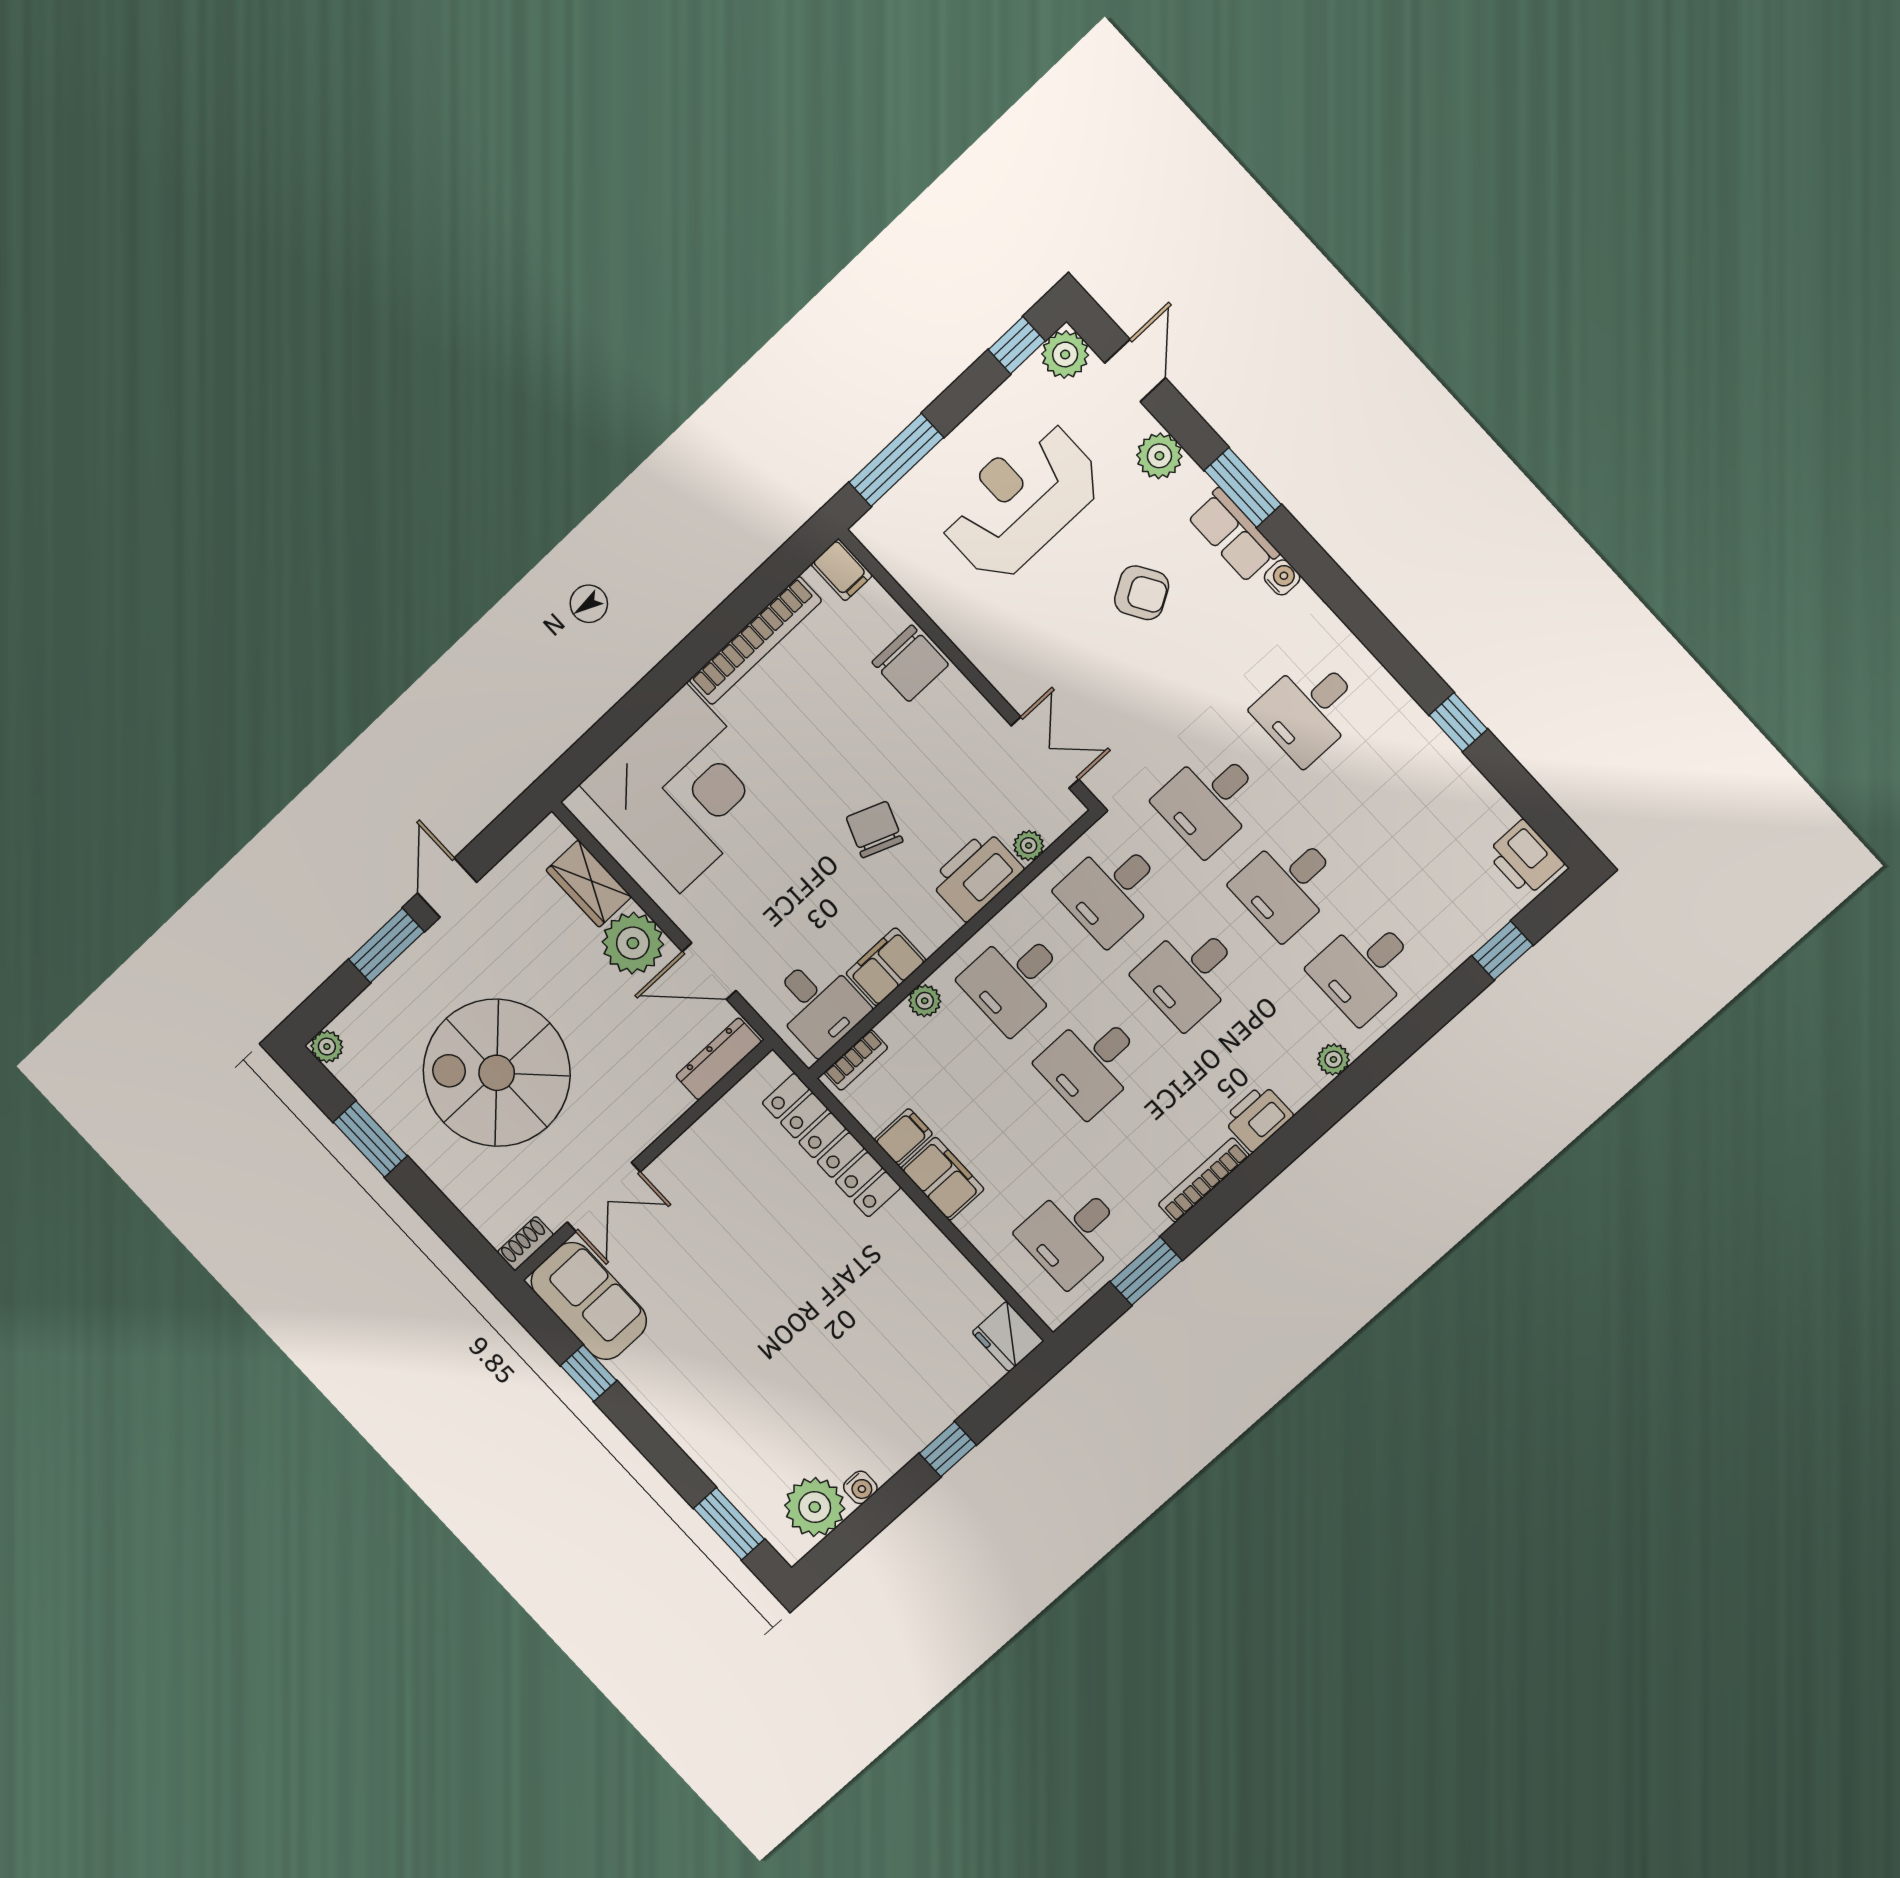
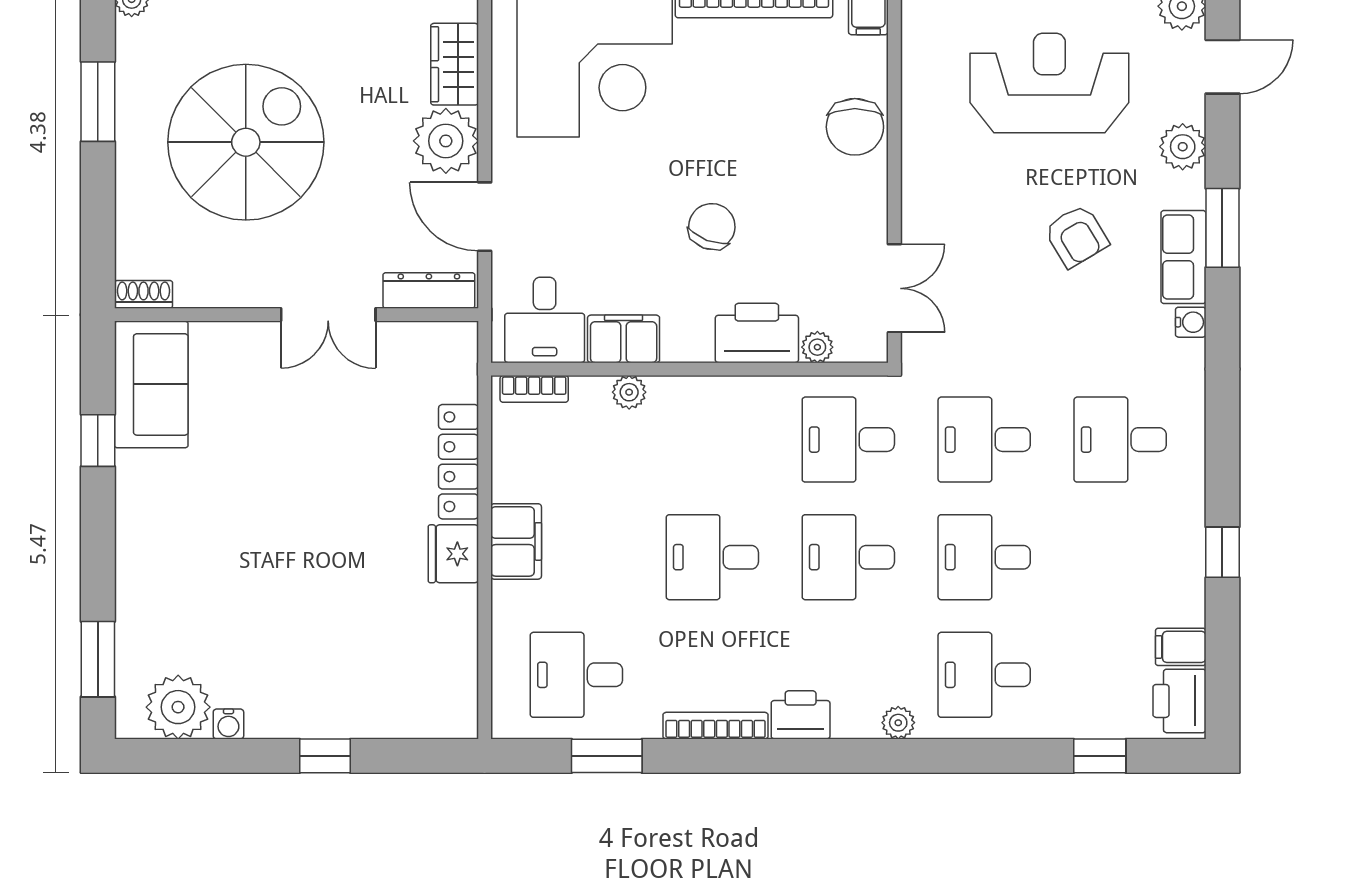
desk: (1015, 980) -> (712, 440), removed
spiral stairs: (497, 1073) -> (246, 142), turned 90
filing cabinet: (903, 1137) -> (1181, 647), moved, turned 180
locker: (831, 1145) -> (458, 462), width x0.71, depth x0.83
double door: (604, 1197) -> (328, 315), moved
fridge: (1008, 1337) -> (453, 554), moved

